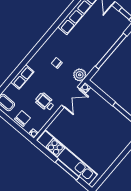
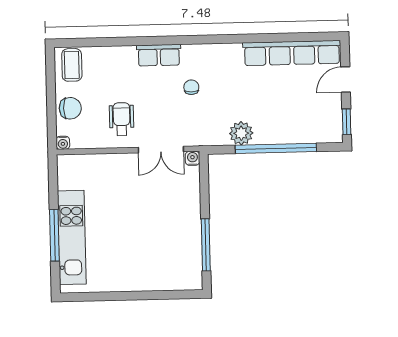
plant: (80, 75) -> (241, 133), moved
row of seats: (22, 77) -> (159, 55), moved
kitchen unit: (67, 158) -> (72, 237), width x0.73

